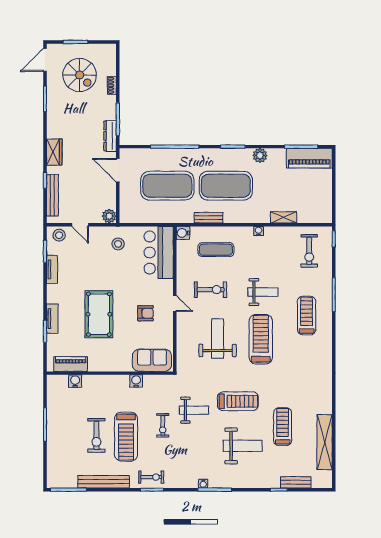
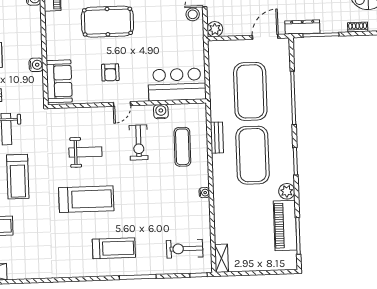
piano: (309, 158) -> (285, 225), moved
shelving: (284, 217) -> (222, 258), moved
water cooler: (183, 233) -> (161, 112), moved
stool: (118, 244) -> (193, 14), moved
weight bench: (263, 292) -> (138, 200), removed
weight bench: (218, 339) -> (85, 152), width x0.73, depth x0.75

